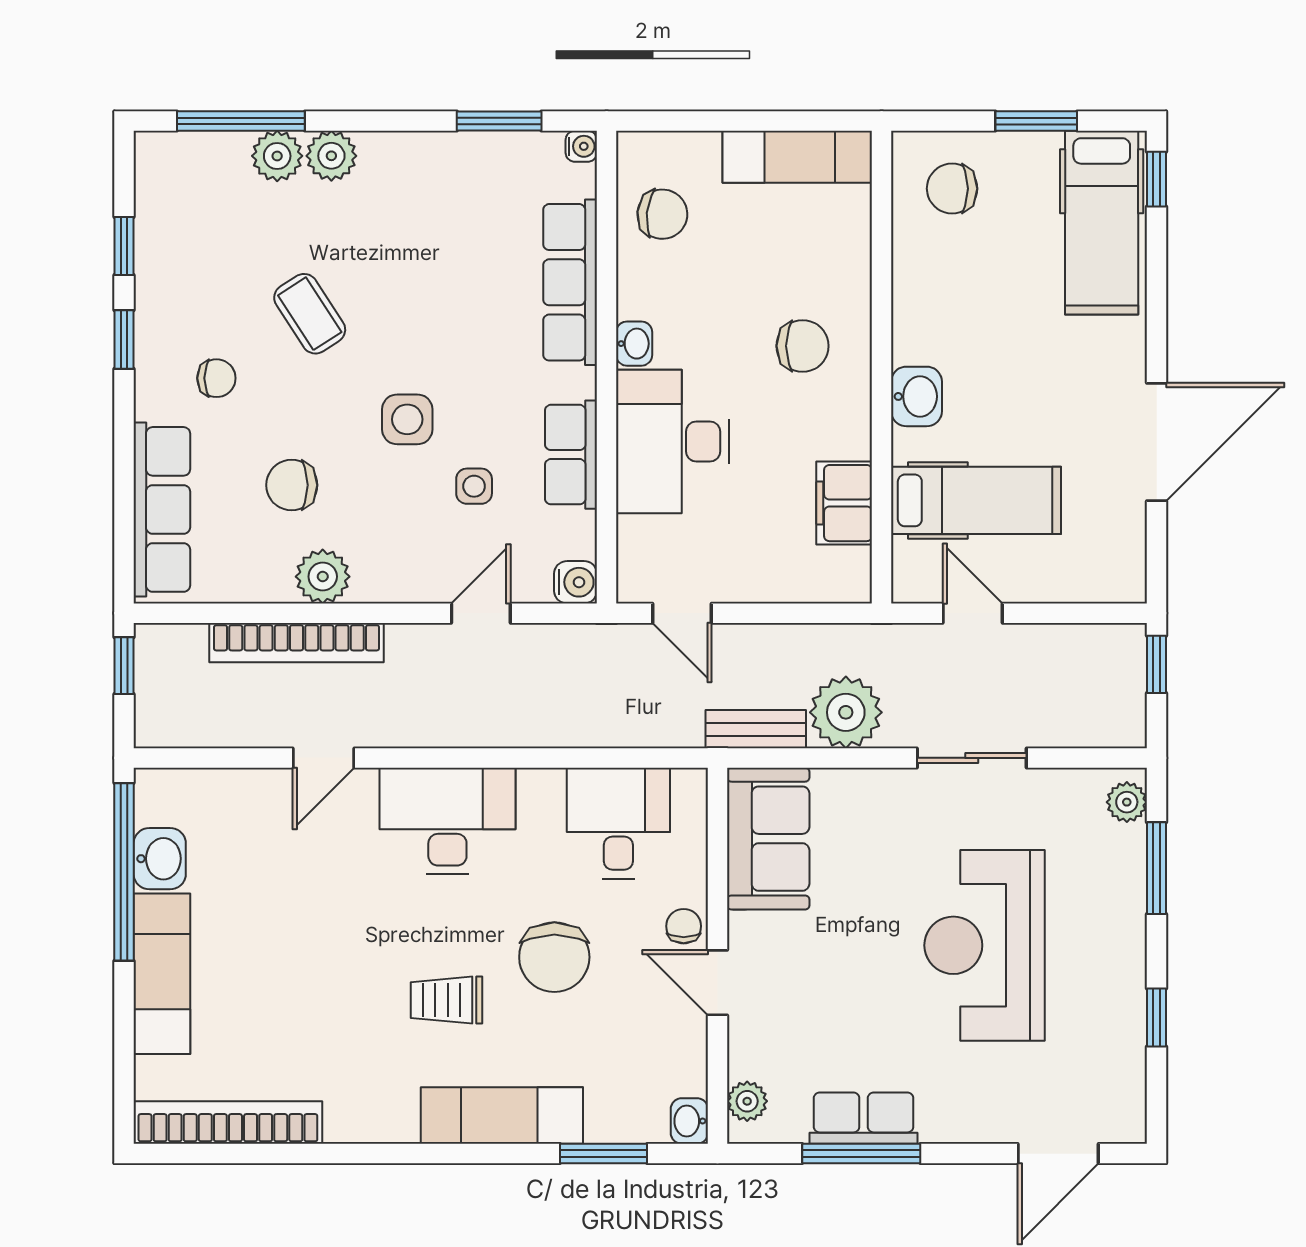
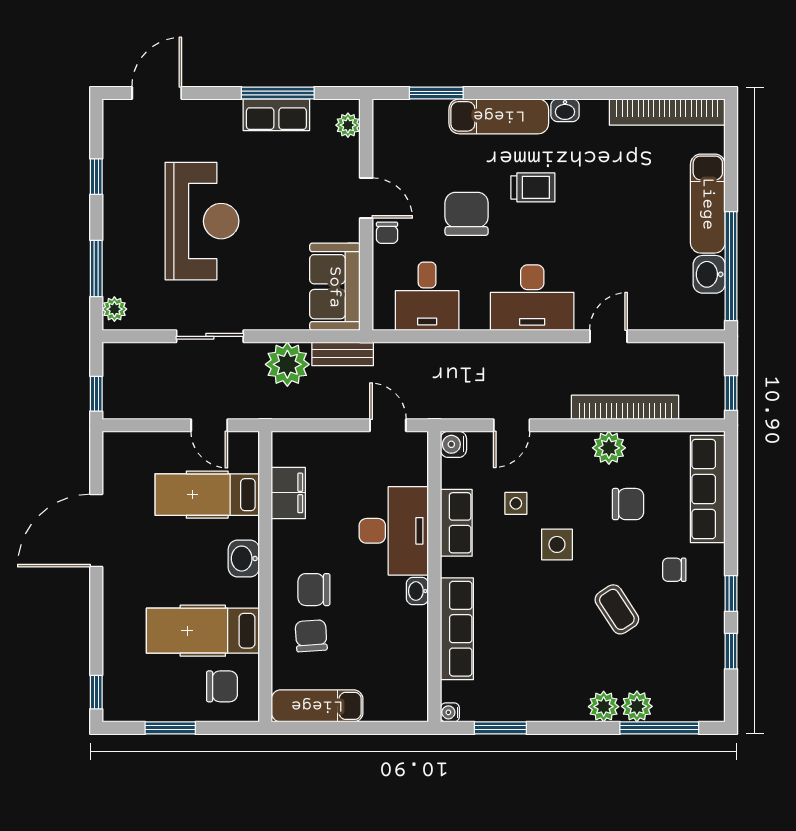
chair: (662, 214) -> (311, 636), moved, turned 80
hospital bed: (1102, 223) -> (203, 631), moved, turned -90
washbasin: (689, 1121) -> (565, 110), moved, turned 90

